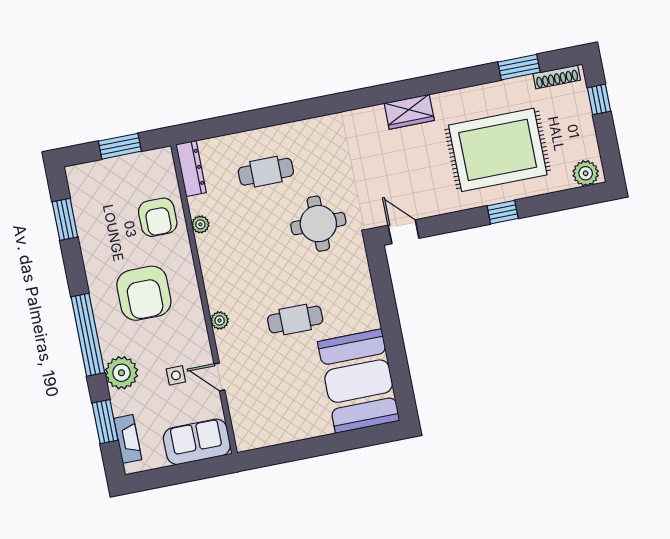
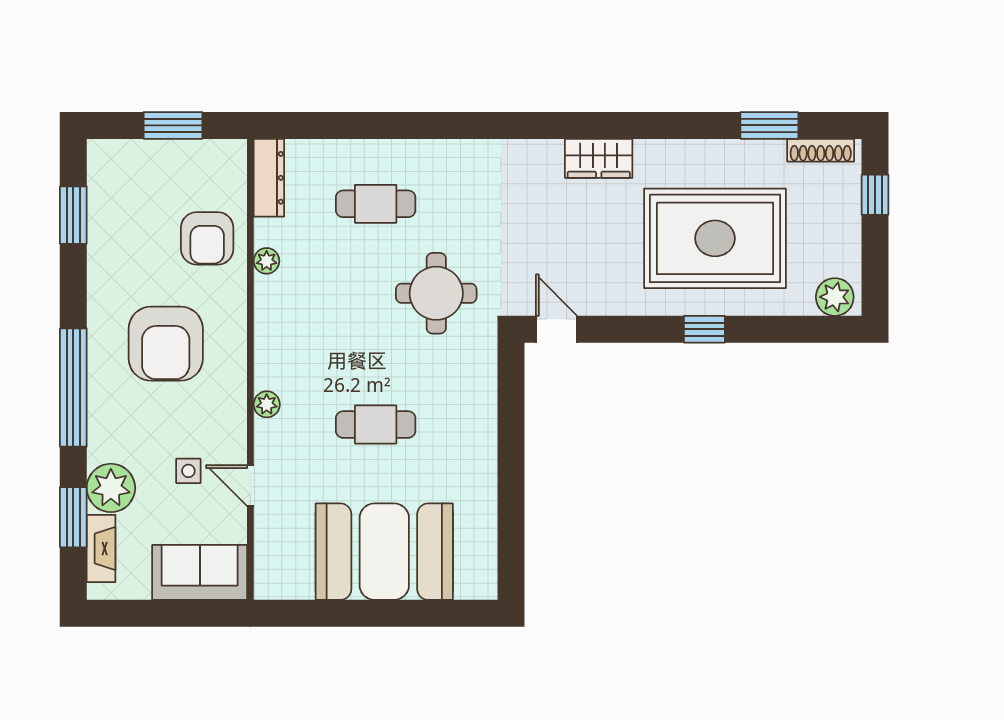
plant: (121, 373) -> (111, 488), moved
booth: (359, 381) -> (384, 552), moved, turned 90

